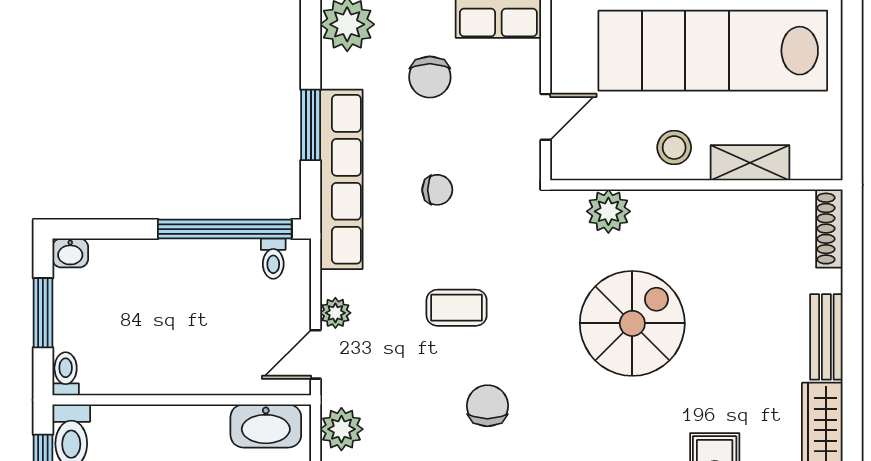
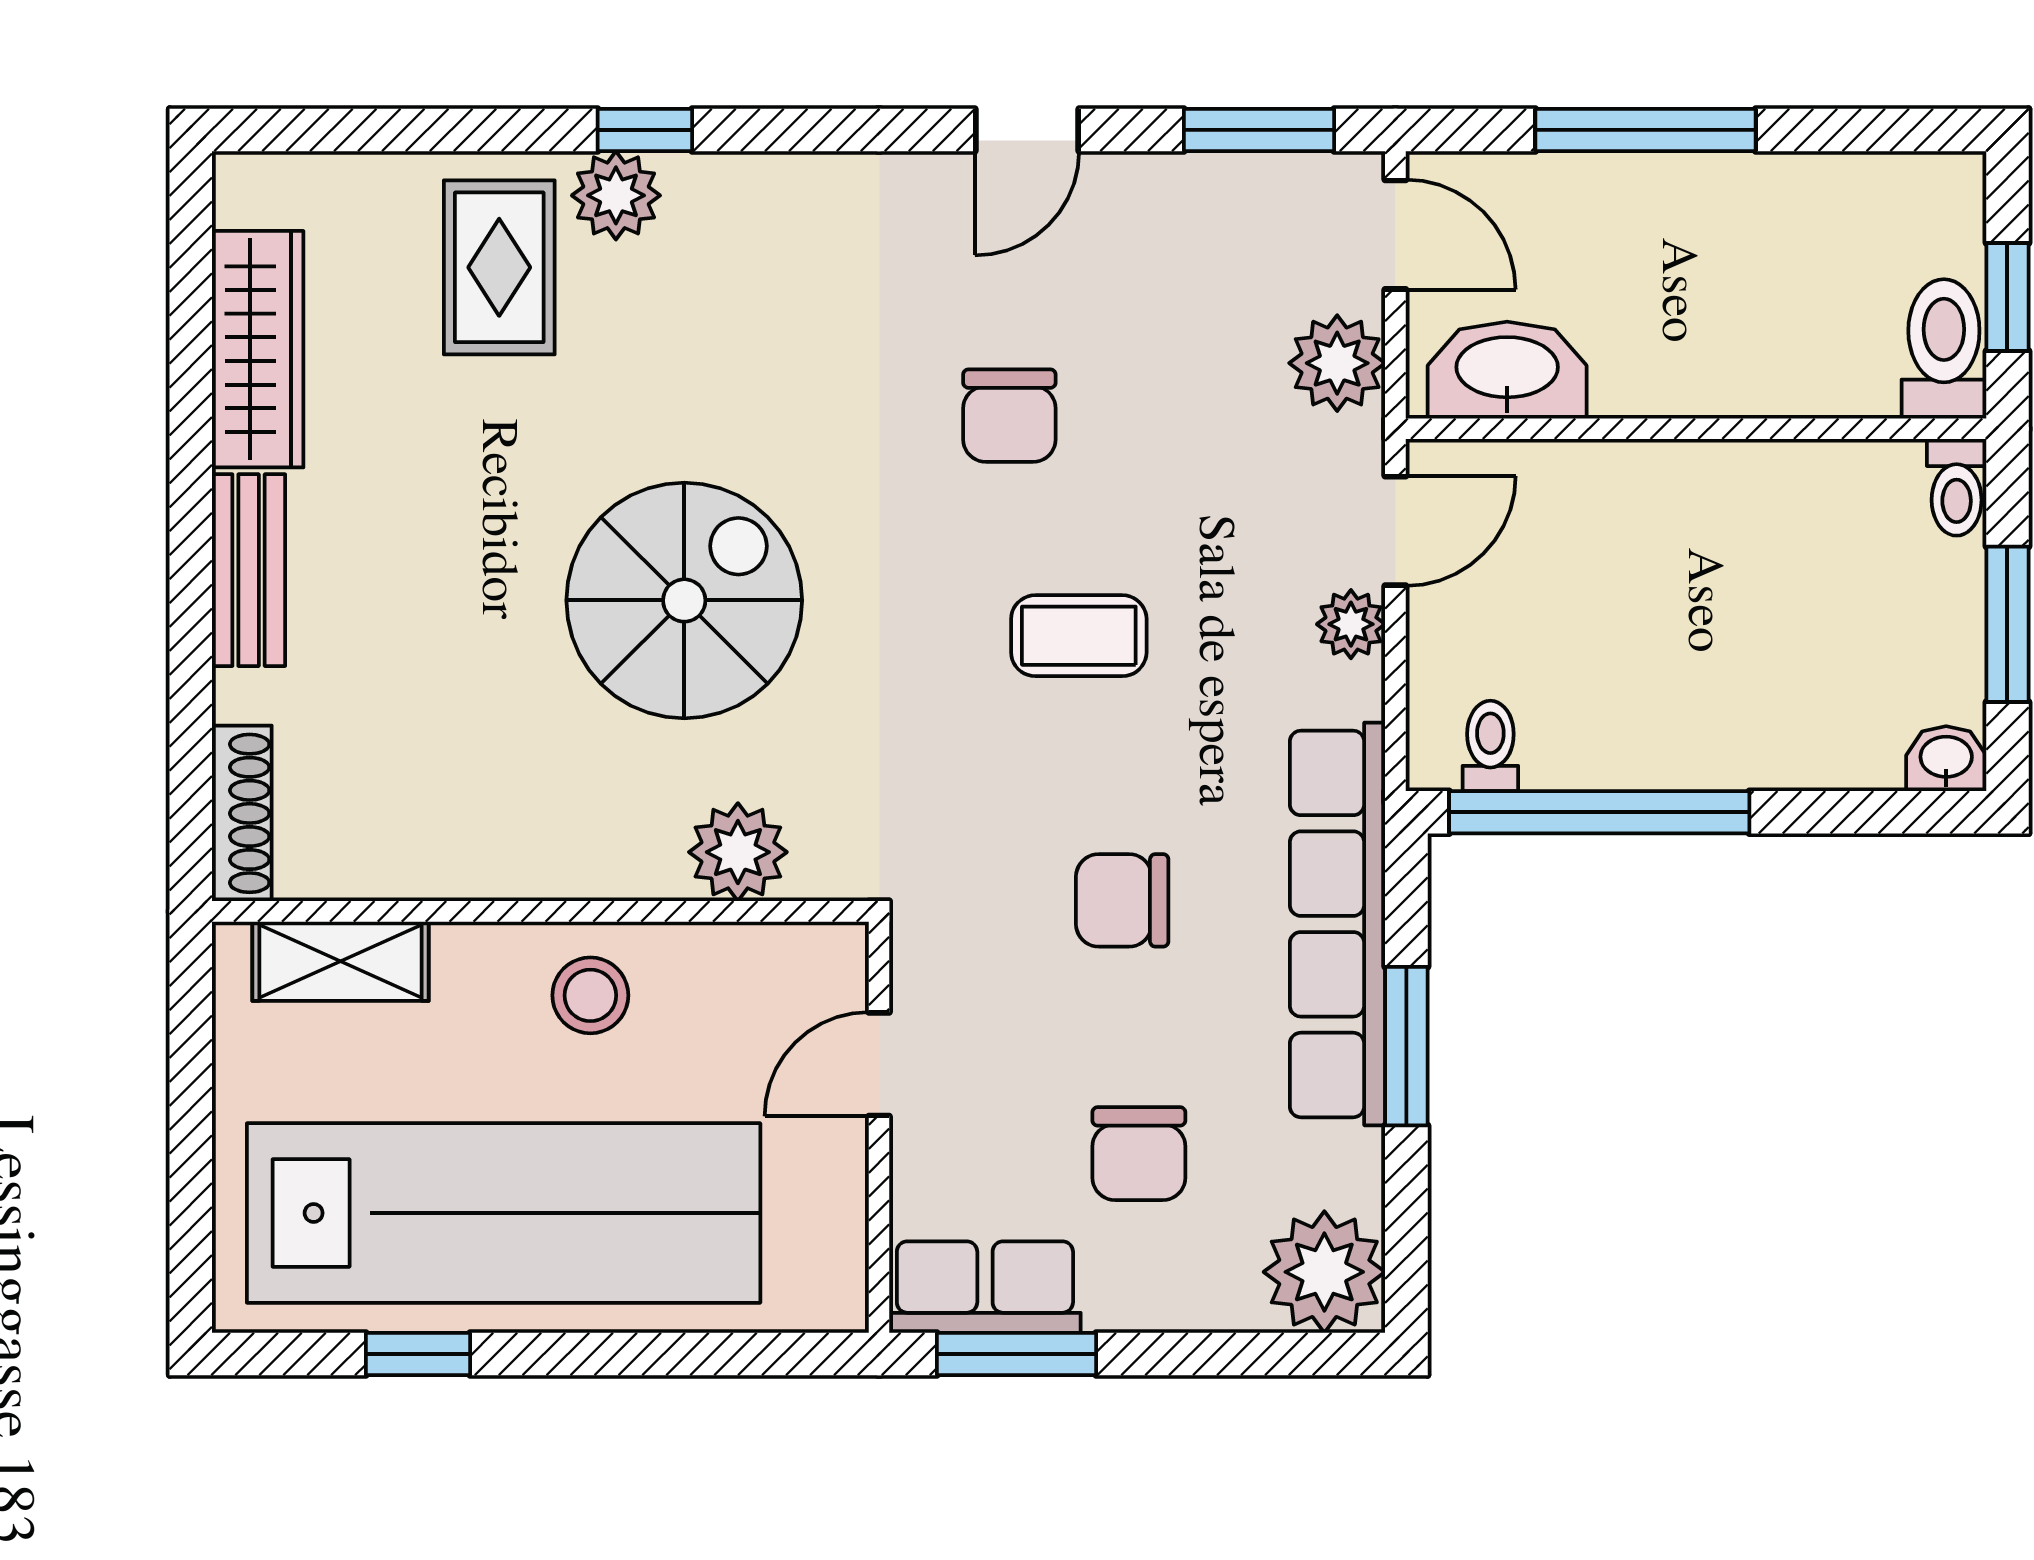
chair: (430, 77) -> (1139, 1154), turned 180
shelving: (750, 163) -> (340, 961), moved
chair: (437, 190) -> (1122, 900), width x1.37, depth x1.37
spiral stairs: (632, 323) -> (684, 600), turned 180

